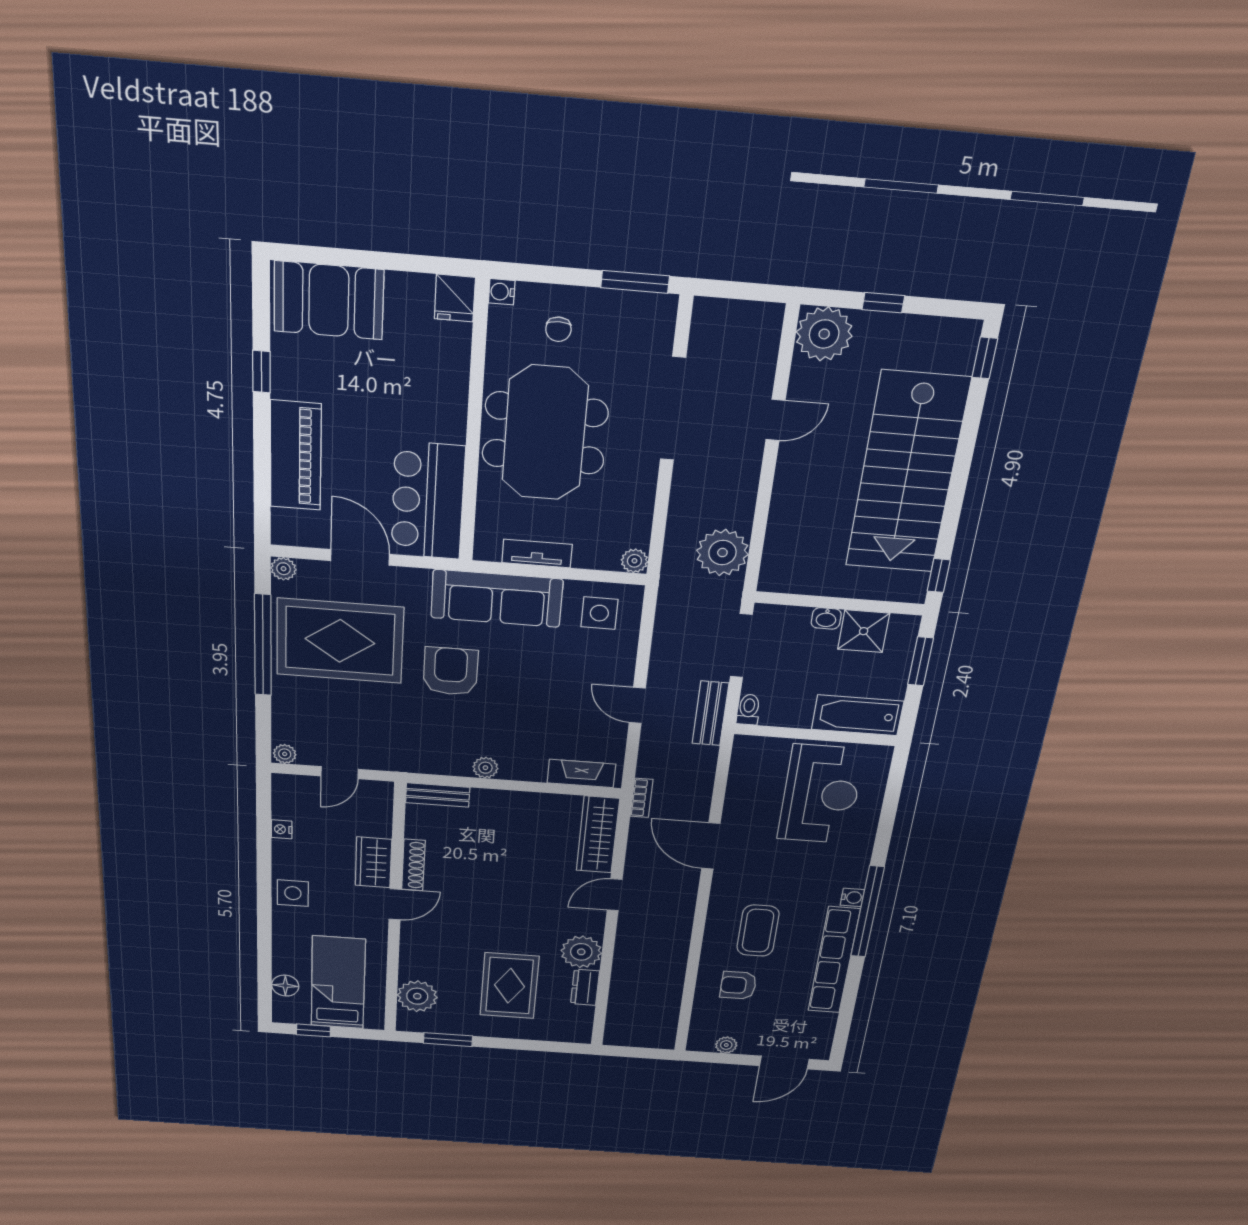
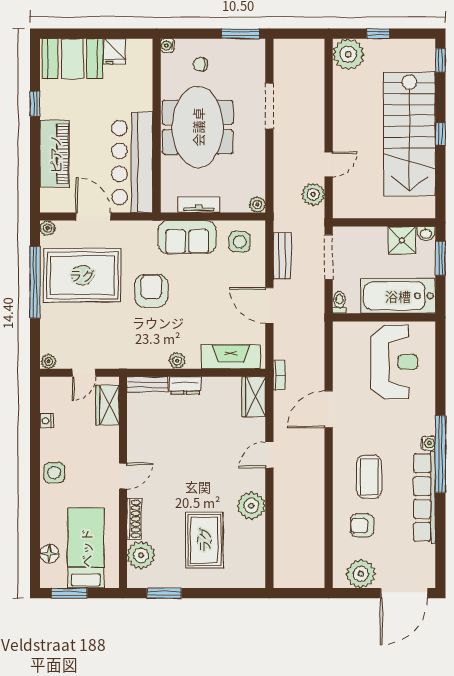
fridge: (455, 298) -> (115, 51), moved
chair: (558, 329) -> (200, 64), turned 90
doorway: (673, 409) -> (269, 106), width x0.73
door: (776, 420) -> (329, 164), moved
bar counter: (428, 501) -> (132, 162), width x1.36
plant: (722, 553) -> (313, 194), width x0.73, depth x0.73
window: (939, 576) -> (440, 134), moved
sofa: (497, 598) -> (187, 237), width x0.73
washbasin: (826, 618) -> (426, 233), moved
door: (637, 705) -> (269, 305), width x1.38
bench: (710, 713) -> (282, 256), moved
bathtub: (858, 715) -> (398, 296), width x1.36, depth x1.36
fireplace: (581, 773) -> (231, 357), width x1.37, depth x1.32
wardrobe: (598, 835) -> (254, 397), width x0.67
door: (711, 846) -> (329, 409), hinge flipped
wardrobe: (373, 862) -> (107, 405), moved
shoe rack: (413, 865) -> (134, 519), moved
dresser: (585, 987) -> (185, 385), moved, turned -90
window: (313, 1030) -> (69, 593), width x1.50
plant: (726, 1045) -> (361, 574), width x1.87, depth x1.87
door: (784, 1063) -> (404, 593), width x1.36

